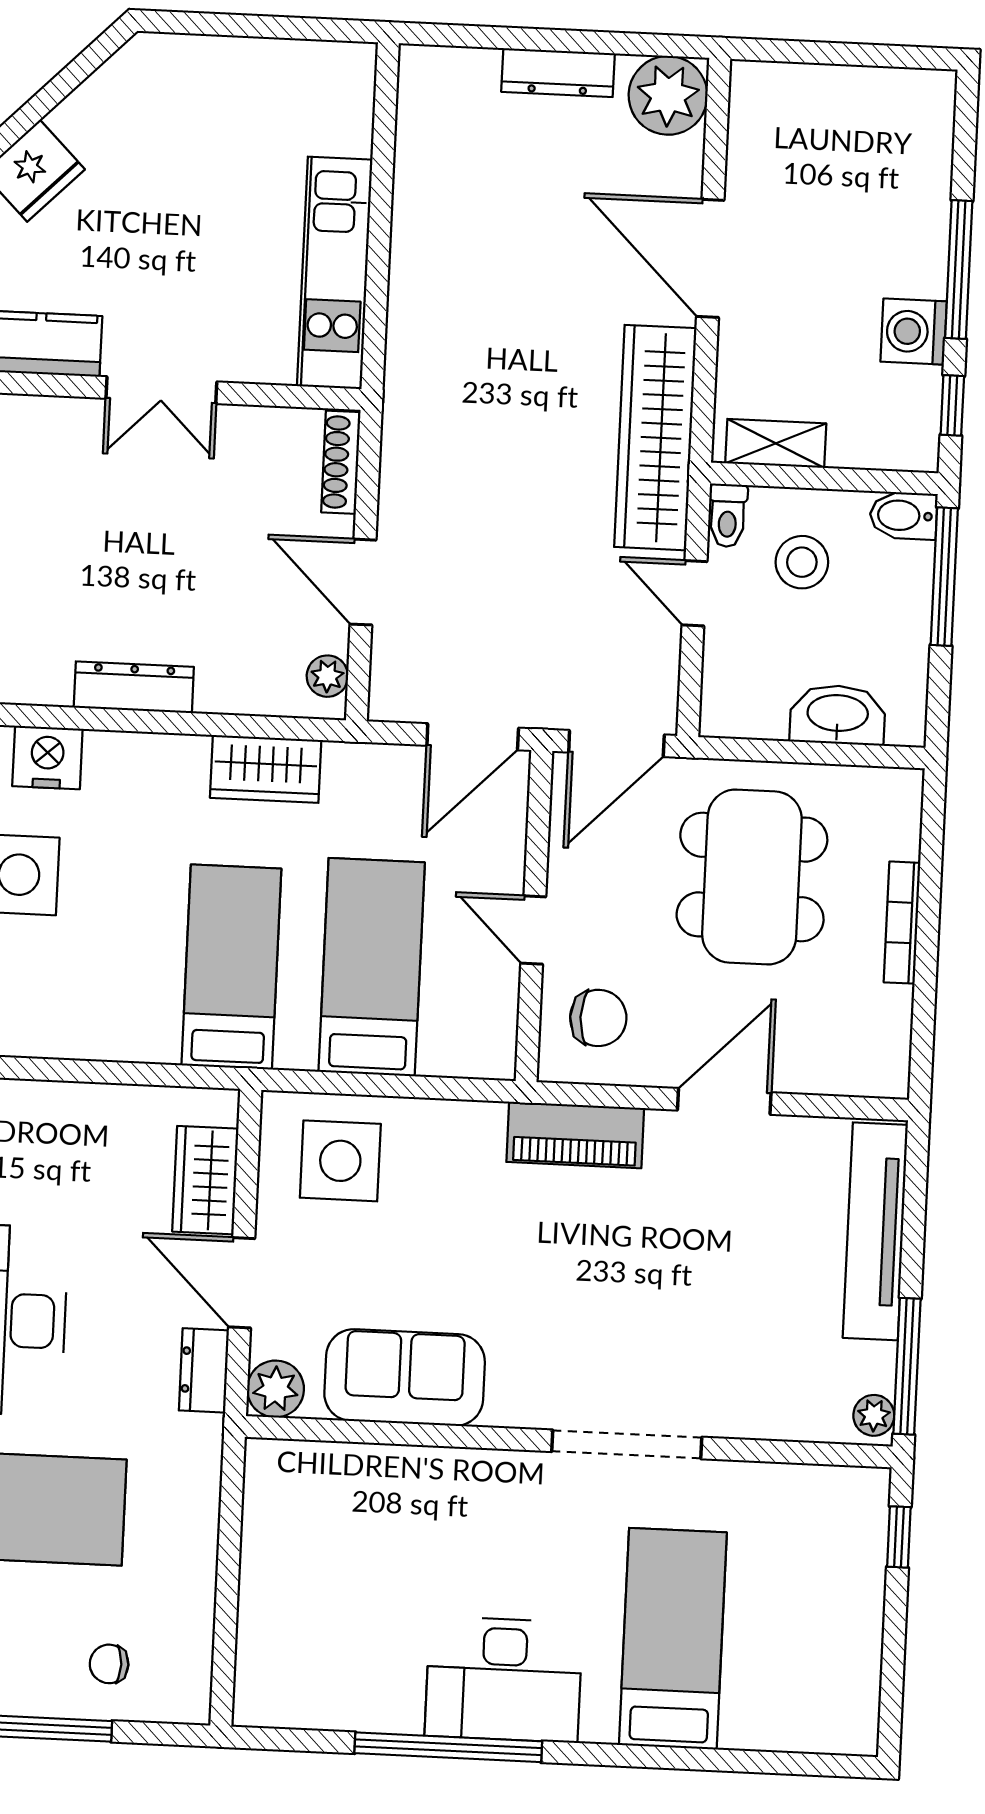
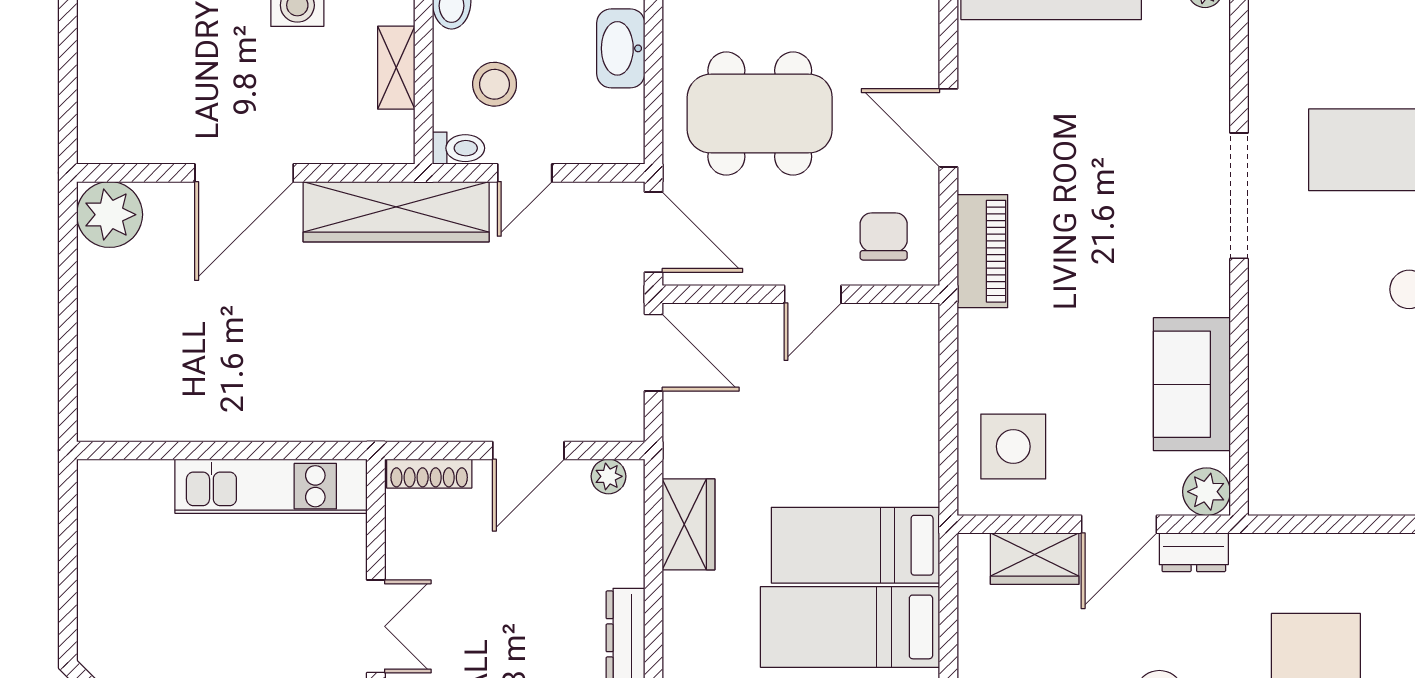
dresser: (558, 73) -> (95, 307), removed
shelving: (776, 443) -> (396, 68), moved
bed: (372, 967) -> (850, 627), moved

